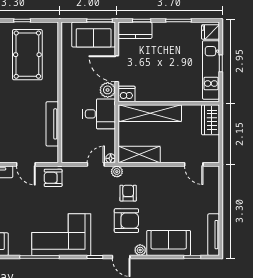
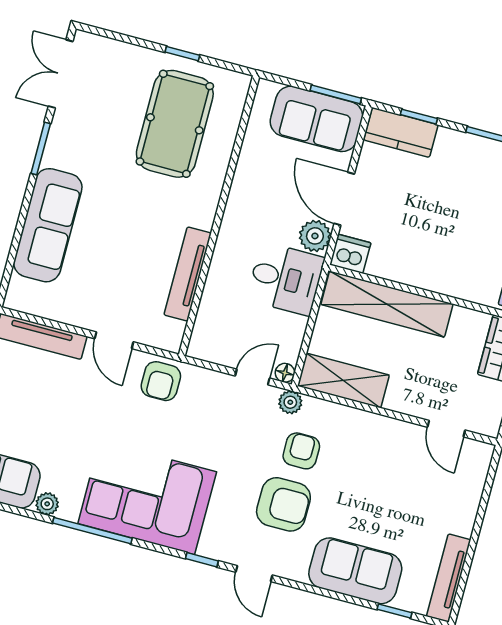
armchair: (53, 178) -> (161, 381), turned -90
plant: (140, 250) -> (47, 504), moved

